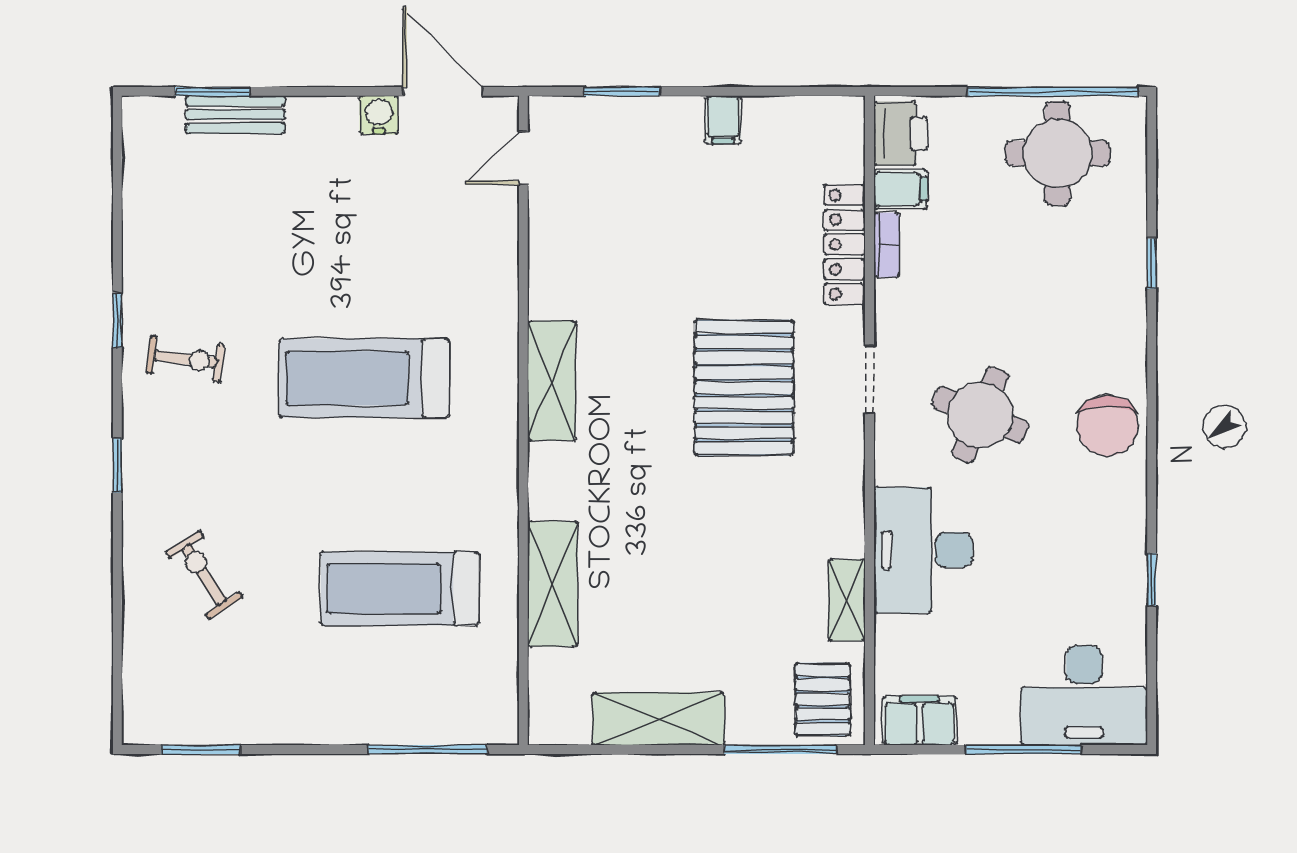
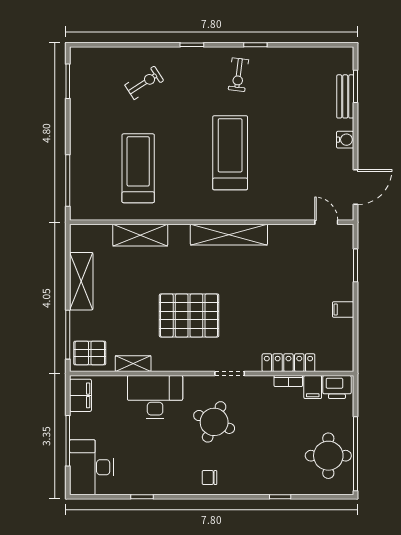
water cooler: (379, 115) -> (345, 140), moved
shelving: (552, 381) -> (229, 235), width x1.47
pallet: (744, 388) -> (189, 315), moved
chair: (1107, 426) -> (209, 478), width x0.54, depth x0.54

